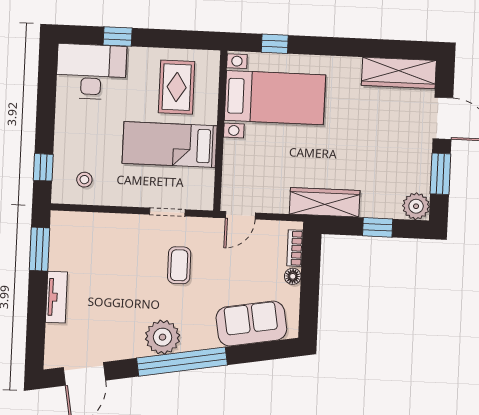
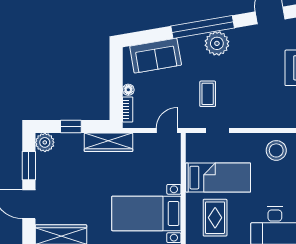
stool: (84, 180) -> (276, 150), width x1.89, depth x1.89

